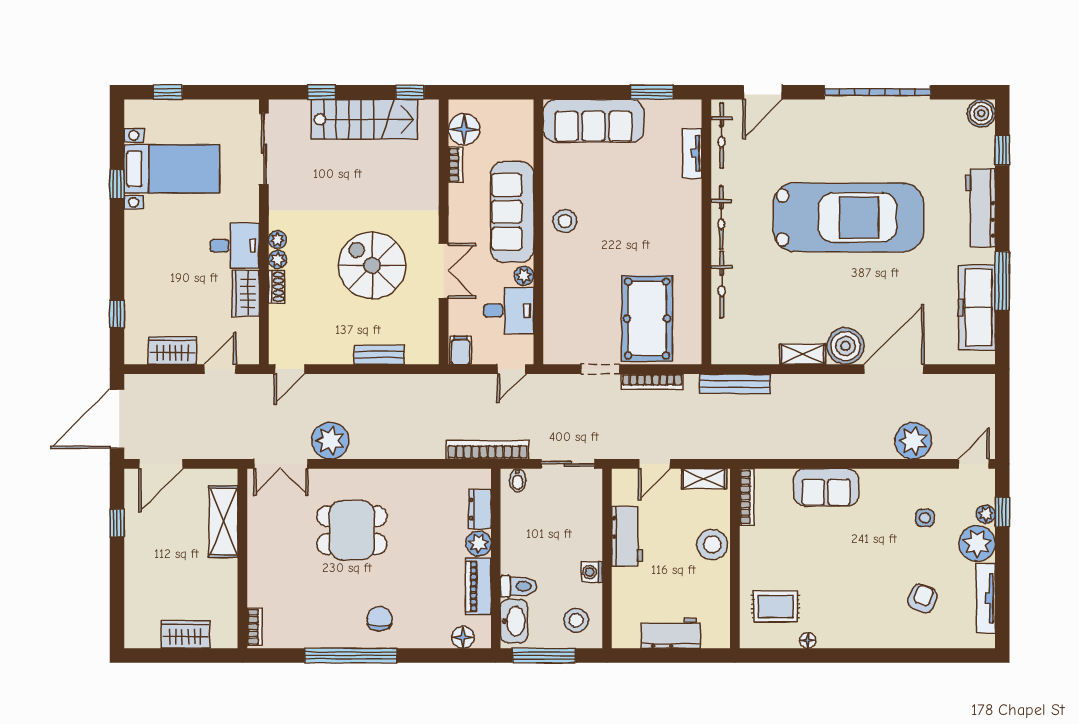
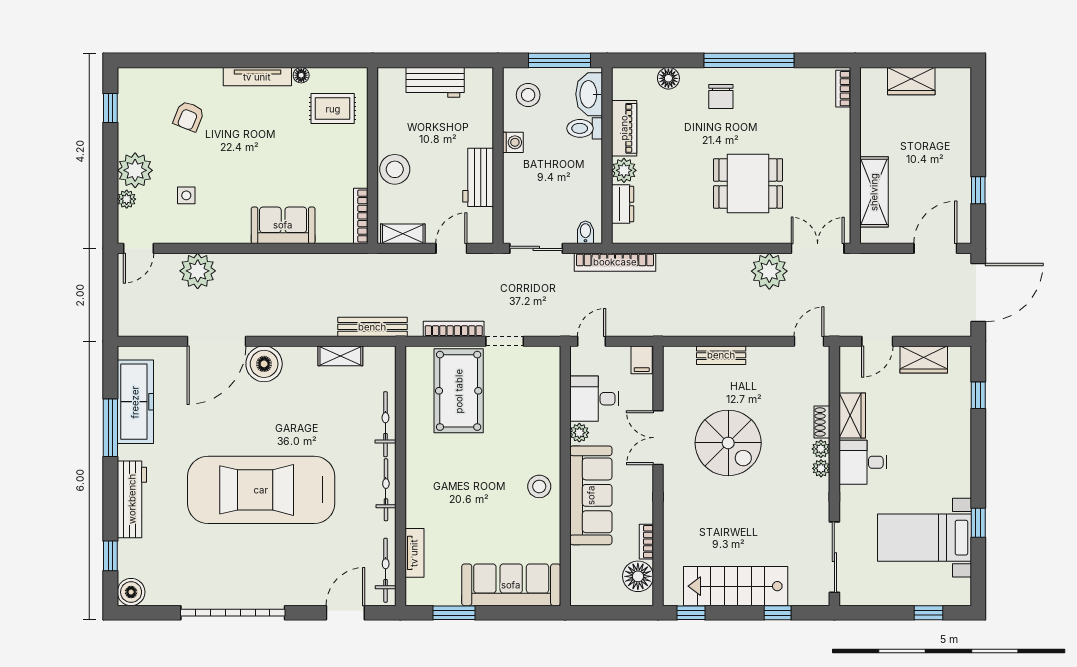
shelving: (803, 354) -> (340, 356), moved
window: (1002, 512) -> (110, 108), moved
tv unit: (986, 598) -> (257, 77), moved, turned 90
floor lamp: (463, 637) -> (668, 78), moved

